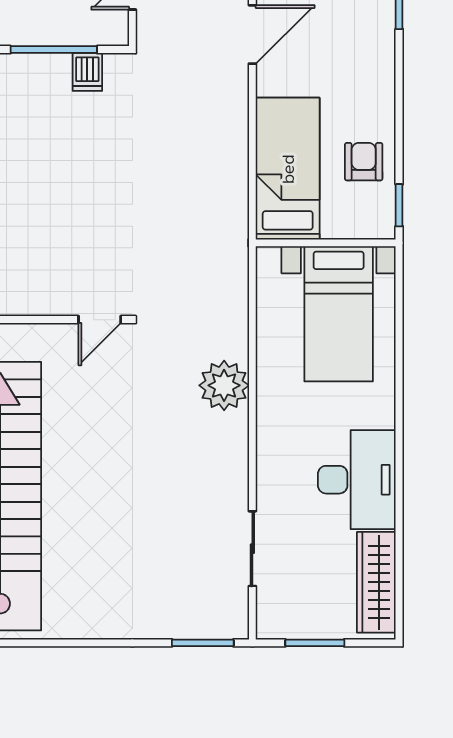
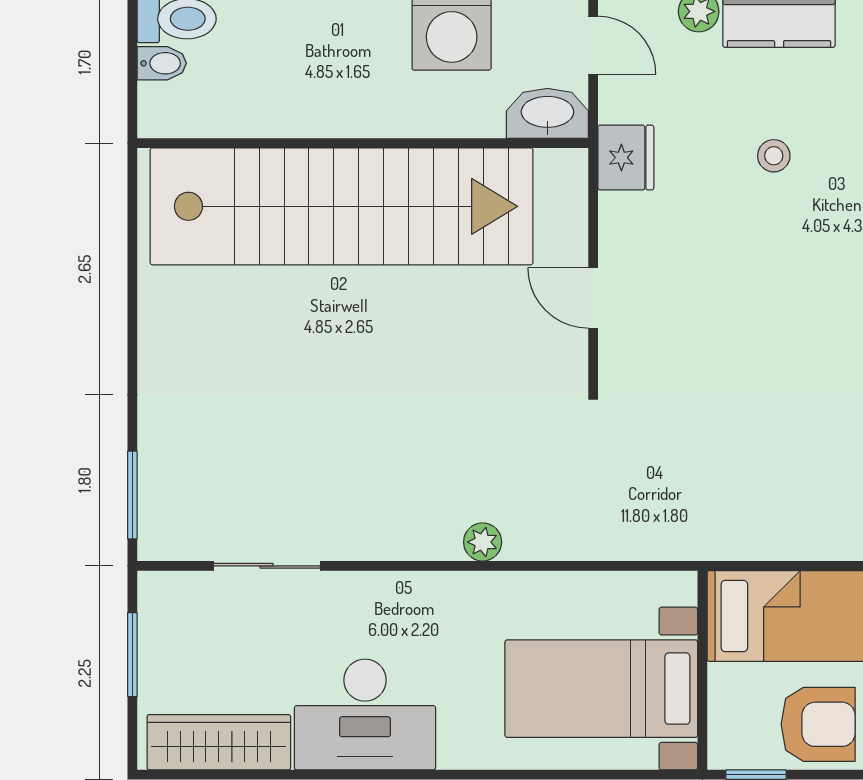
armchair: (364, 162) -> (818, 724), width x1.38, depth x1.38
door: (100, 320) -> (593, 298), moved
plant: (224, 385) -> (483, 542), width x0.53, depth x0.53

